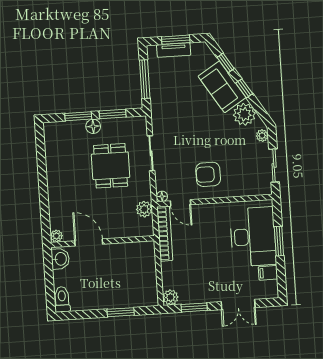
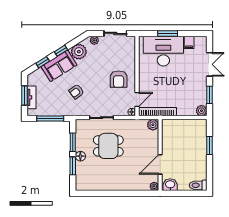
armchair: (186, 115) -> (76, 92), added
plant: (144, 209) -> (153, 125), moved

